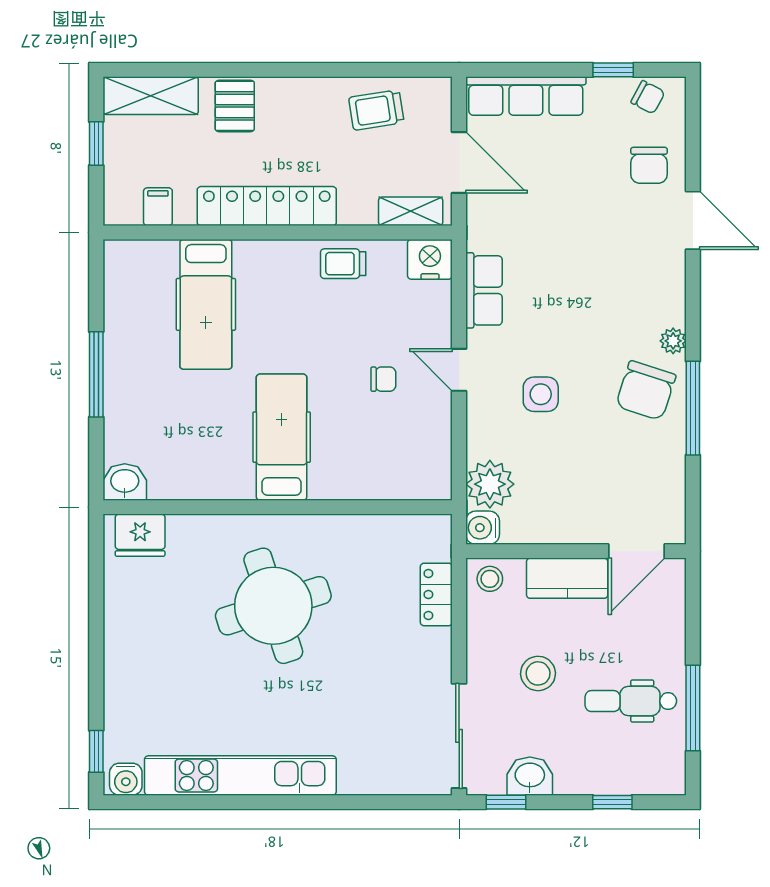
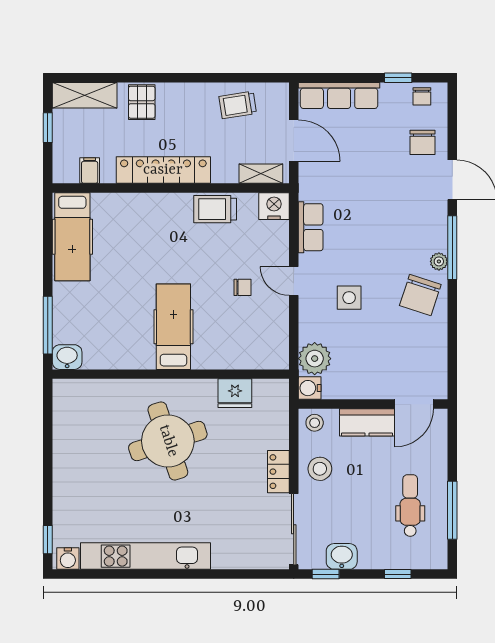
chair: (648, 97) -> (422, 96), turned 62
trolley: (343, 264) -> (215, 209), width x1.36, depth x1.39
hospital bed: (206, 304) -> (72, 237), moved
window: (96, 374) -> (48, 325), moved
window: (693, 408) -> (452, 248), moved
fridge: (140, 535) -> (235, 393), moved
locker: (436, 594) -> (278, 472), moved
stool: (538, 673) -> (320, 469), moved
dental chair: (631, 701) -> (410, 506), turned 90

